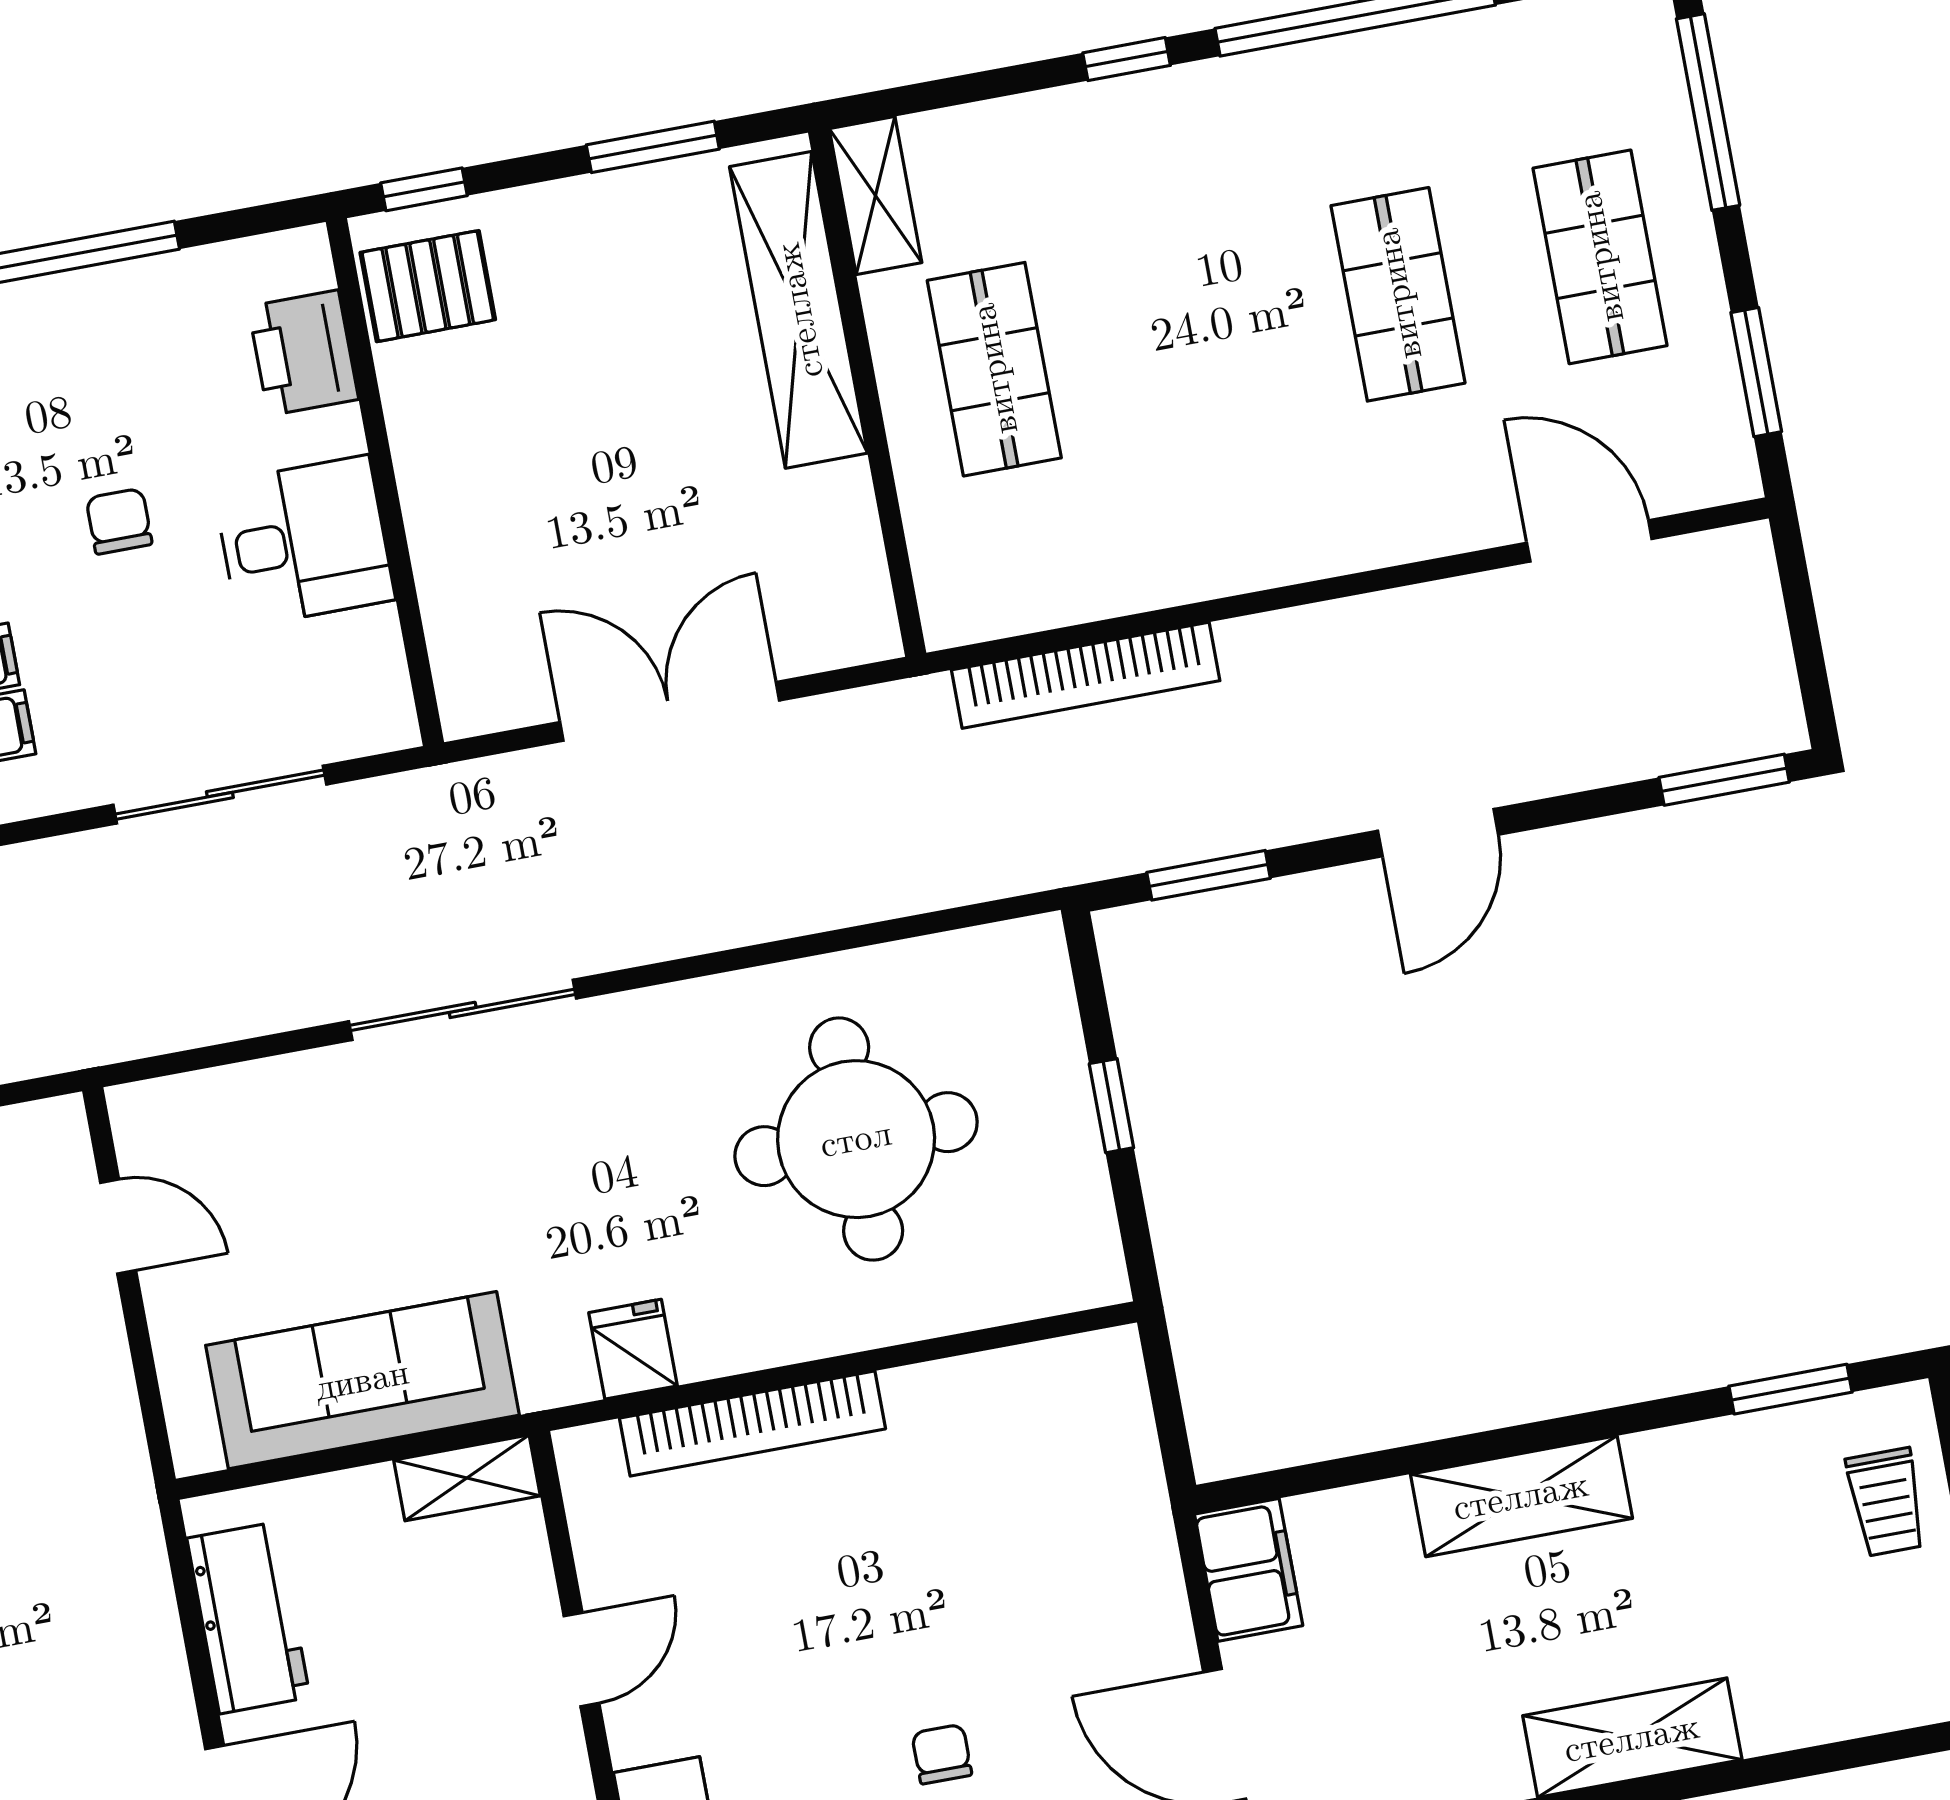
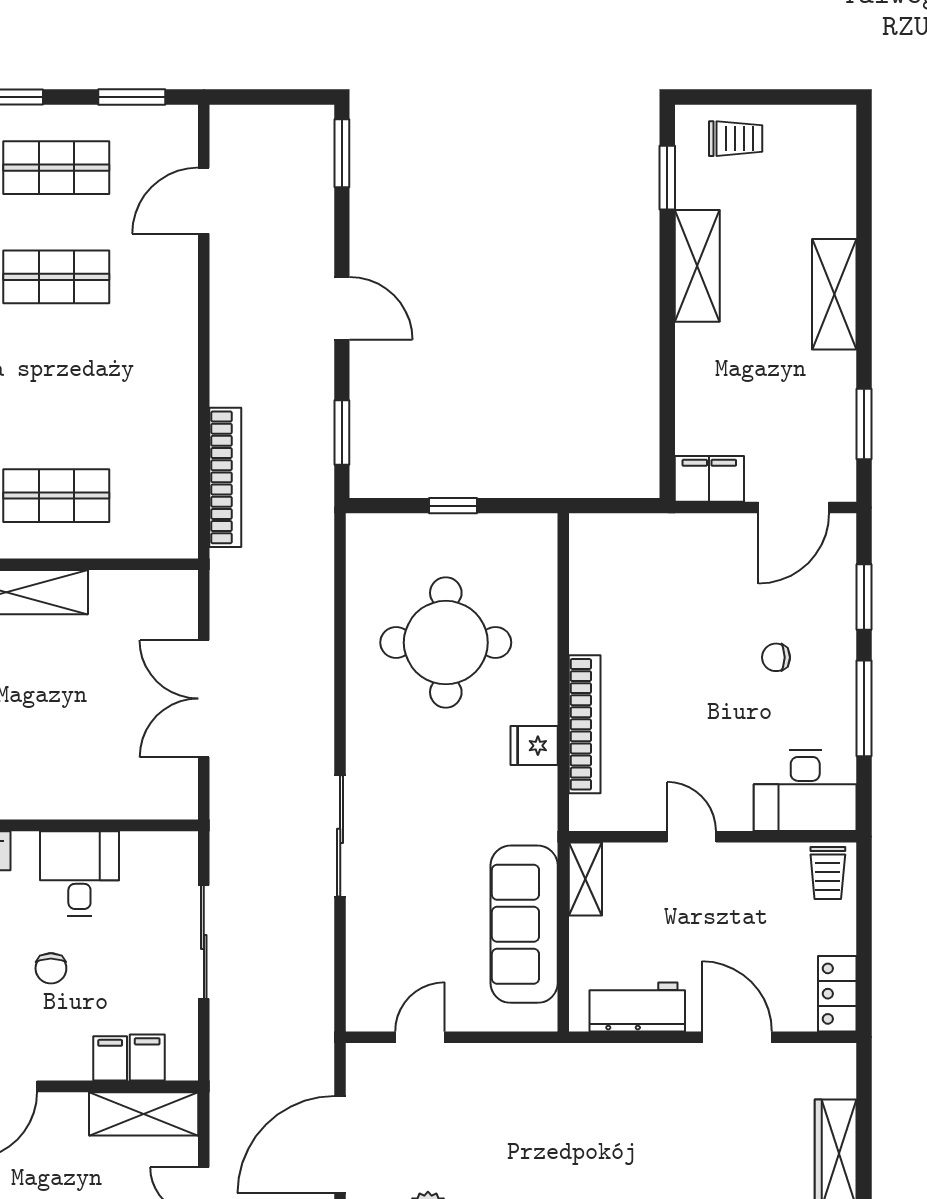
chair: (119, 521) -> (51, 968), turned -90
fridge: (633, 1349) -> (534, 746), moved
shelving: (1521, 1496) -> (697, 266), moved

